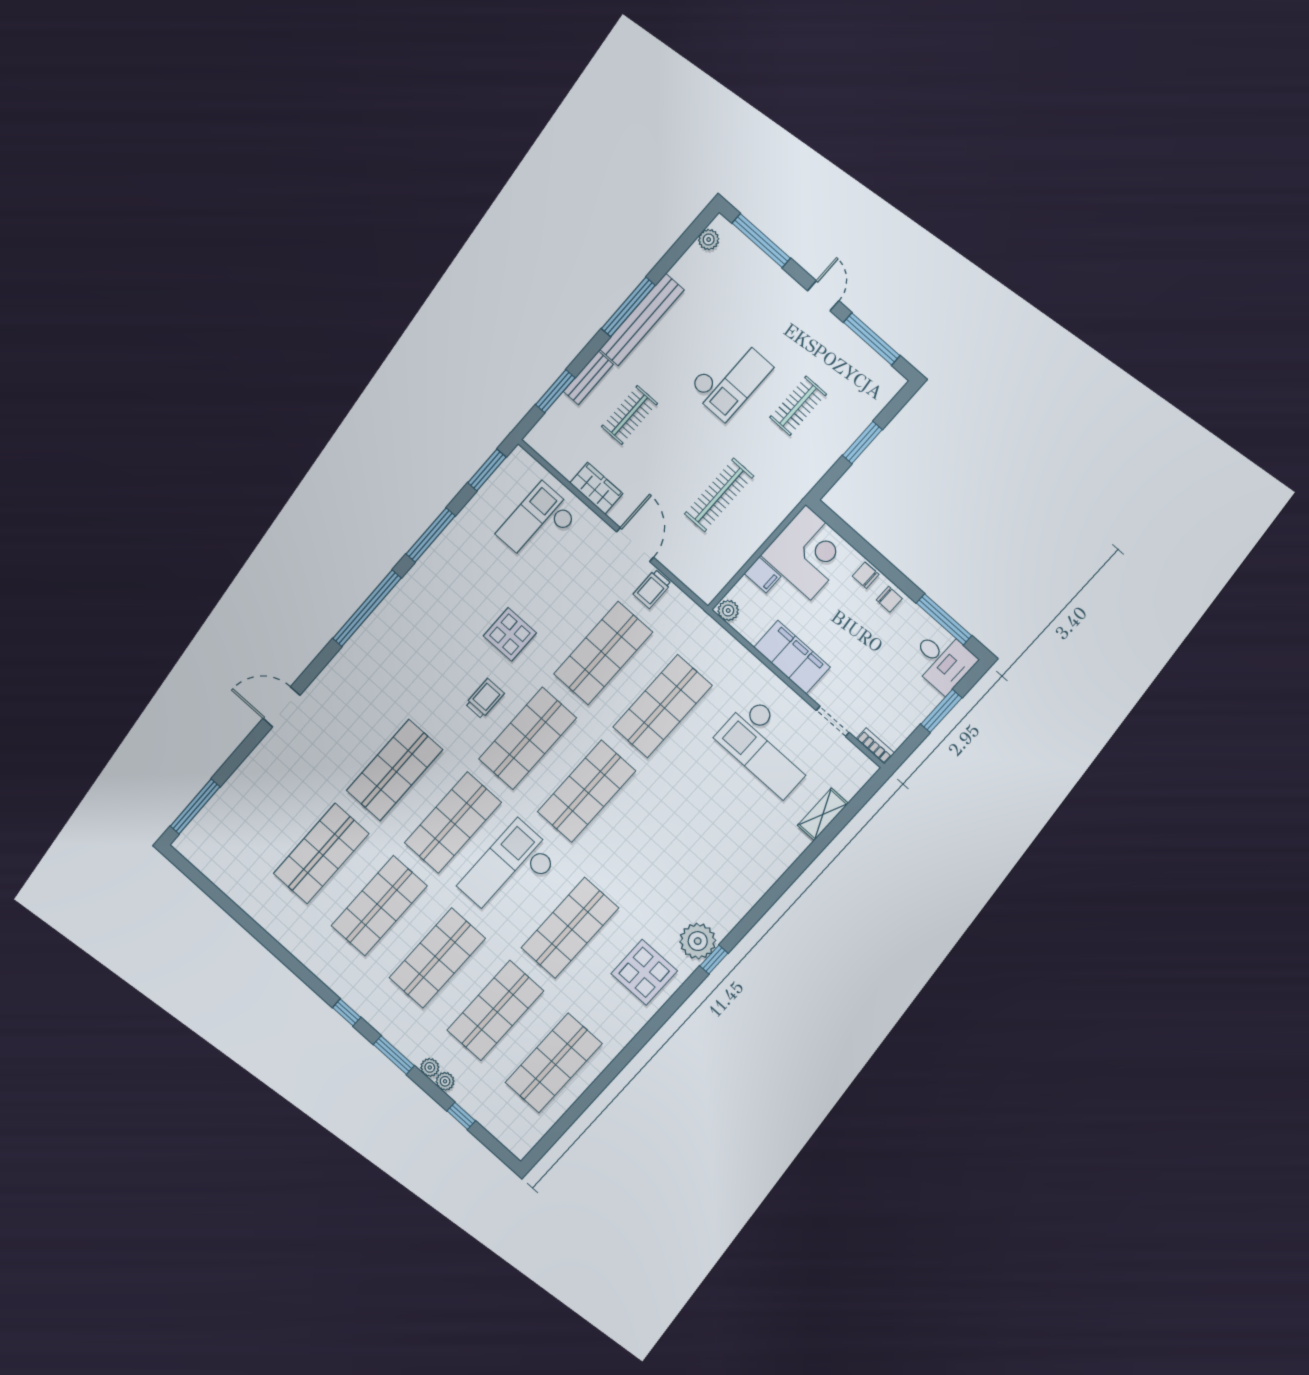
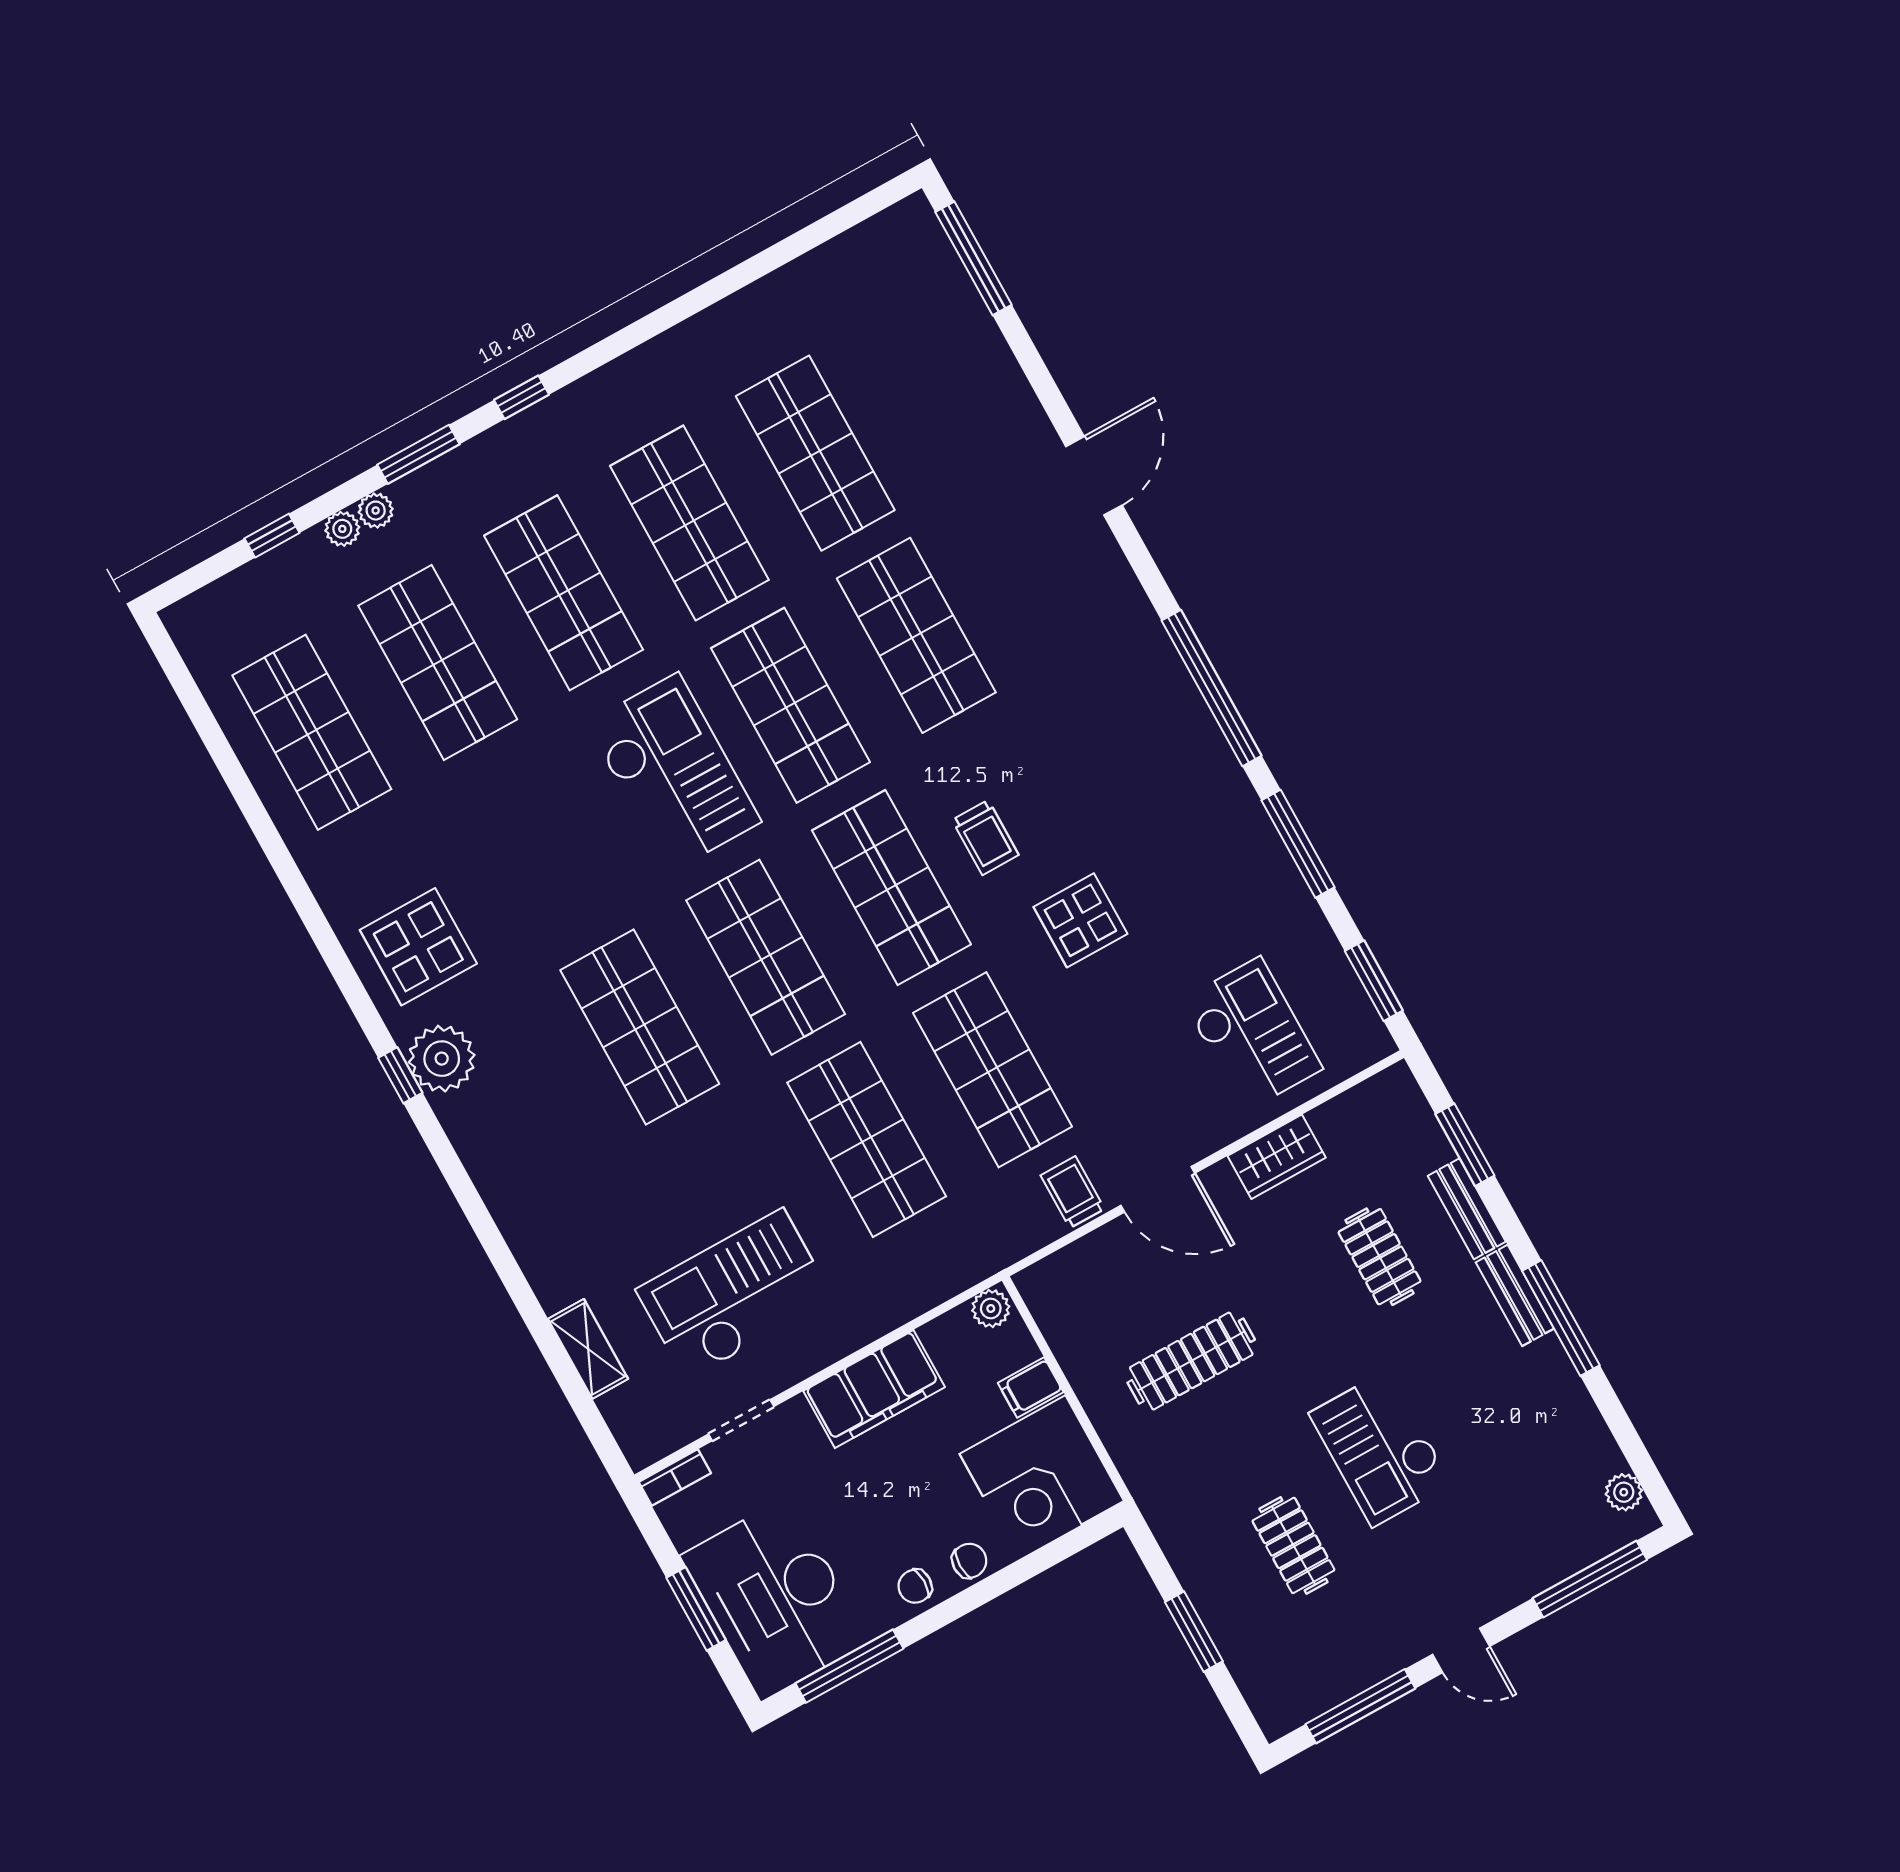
bench: (642, 320) -> (1515, 1295), width x0.54, depth x0.82
clothes rail: (719, 495) -> (1191, 1361), turned 90
desk: (942, 660) -> (775, 1599), width x1.87, depth x1.30
shop shelf: (570, 928) -> (640, 1027), moved

